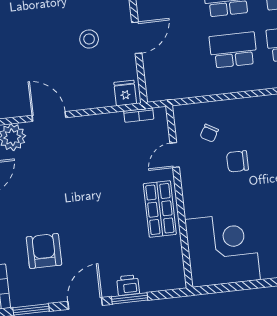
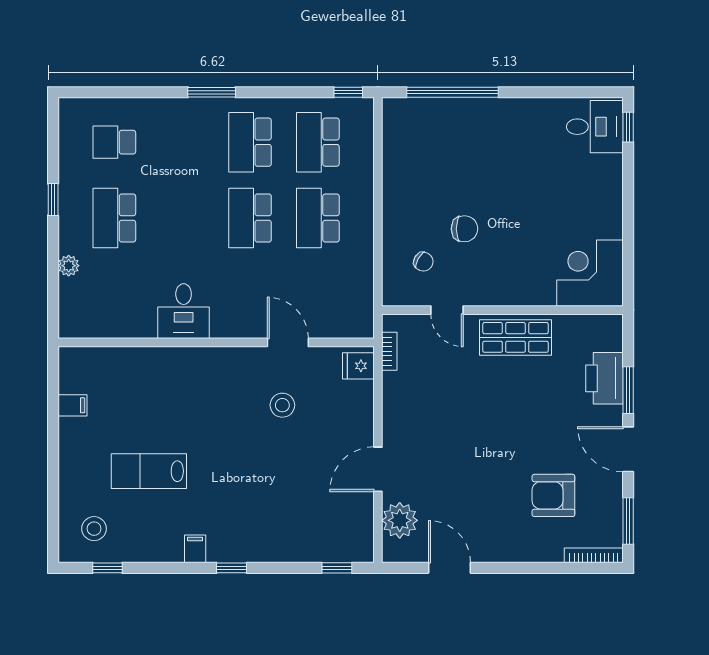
chair: (237, 161) -> (464, 229), turned -90
corner desk: (223, 250) -> (590, 273), width x0.74, depth x0.74
printer: (128, 285) -> (605, 378), width x1.87, depth x1.48

